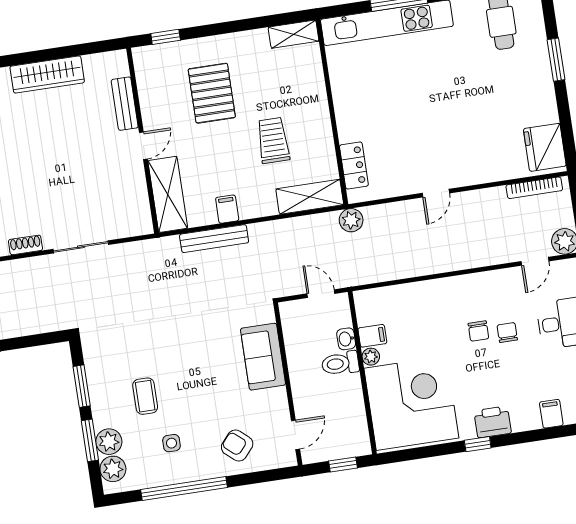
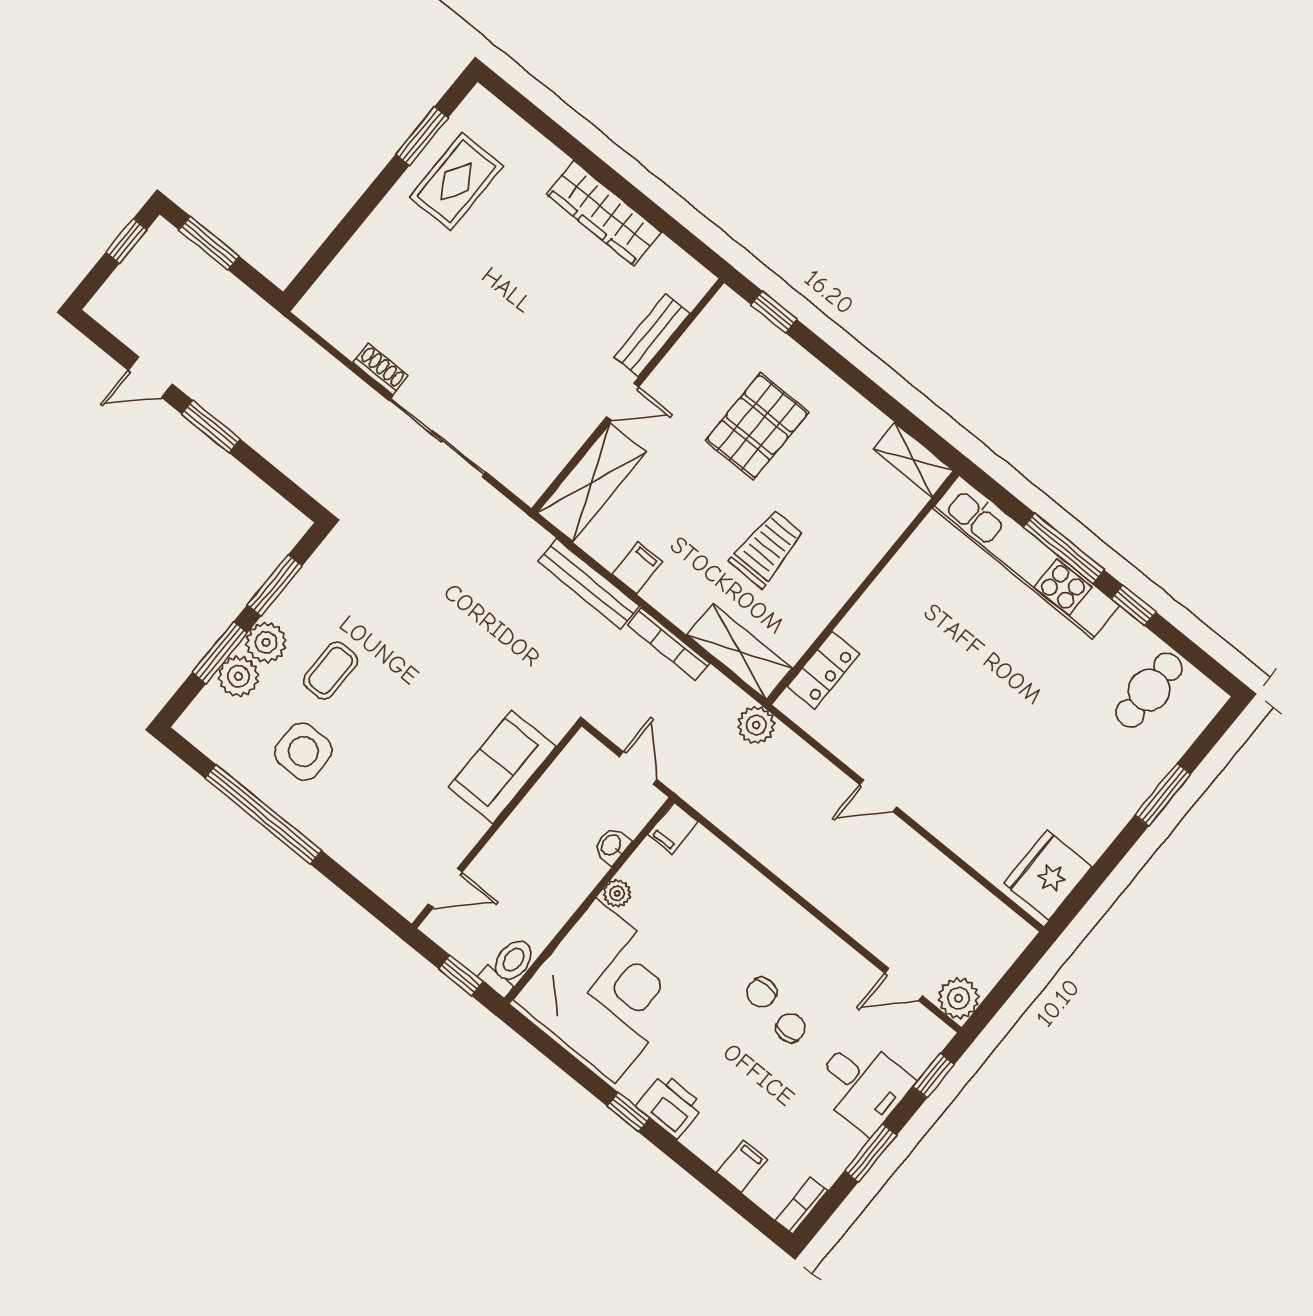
bookcase: (534, 188) -> (669, 644), moved
sliding door: (81, 247) -> (437, 436), width x1.37
filing cabinet: (372, 336) -> (673, 828), moved, turned 90
toilet: (340, 363) -> (509, 966), moved, turned 90
side table: (171, 443) -> (303, 752), width x1.87, depth x1.87
armchair: (237, 446) -> (370, 831), removed
plant: (113, 469) -> (266, 642), moved

